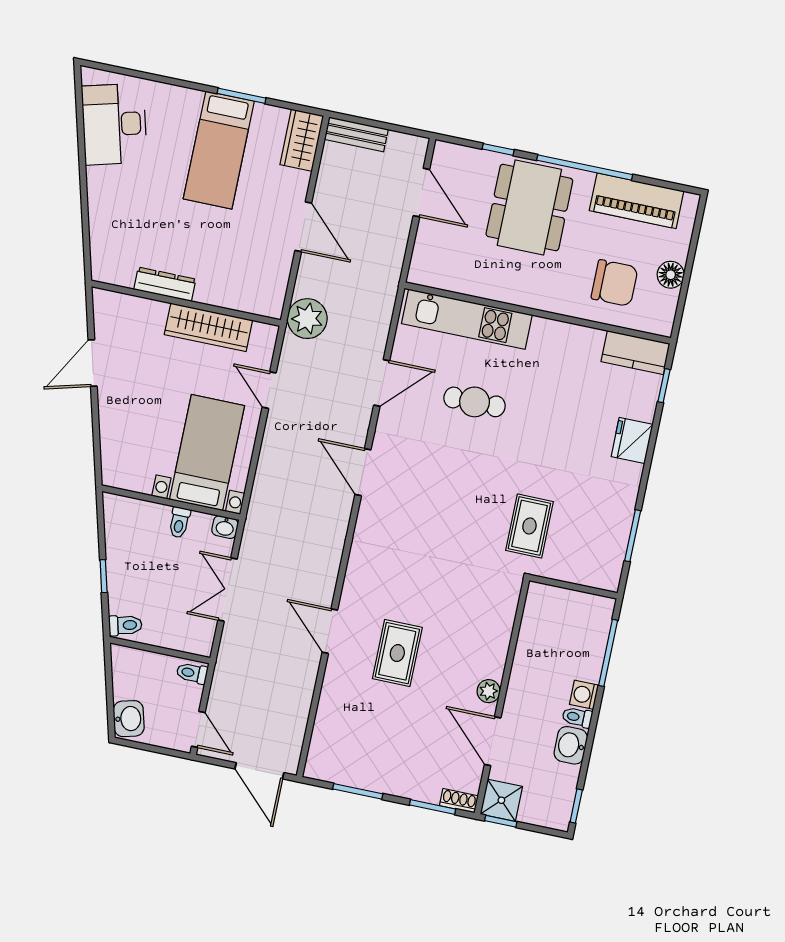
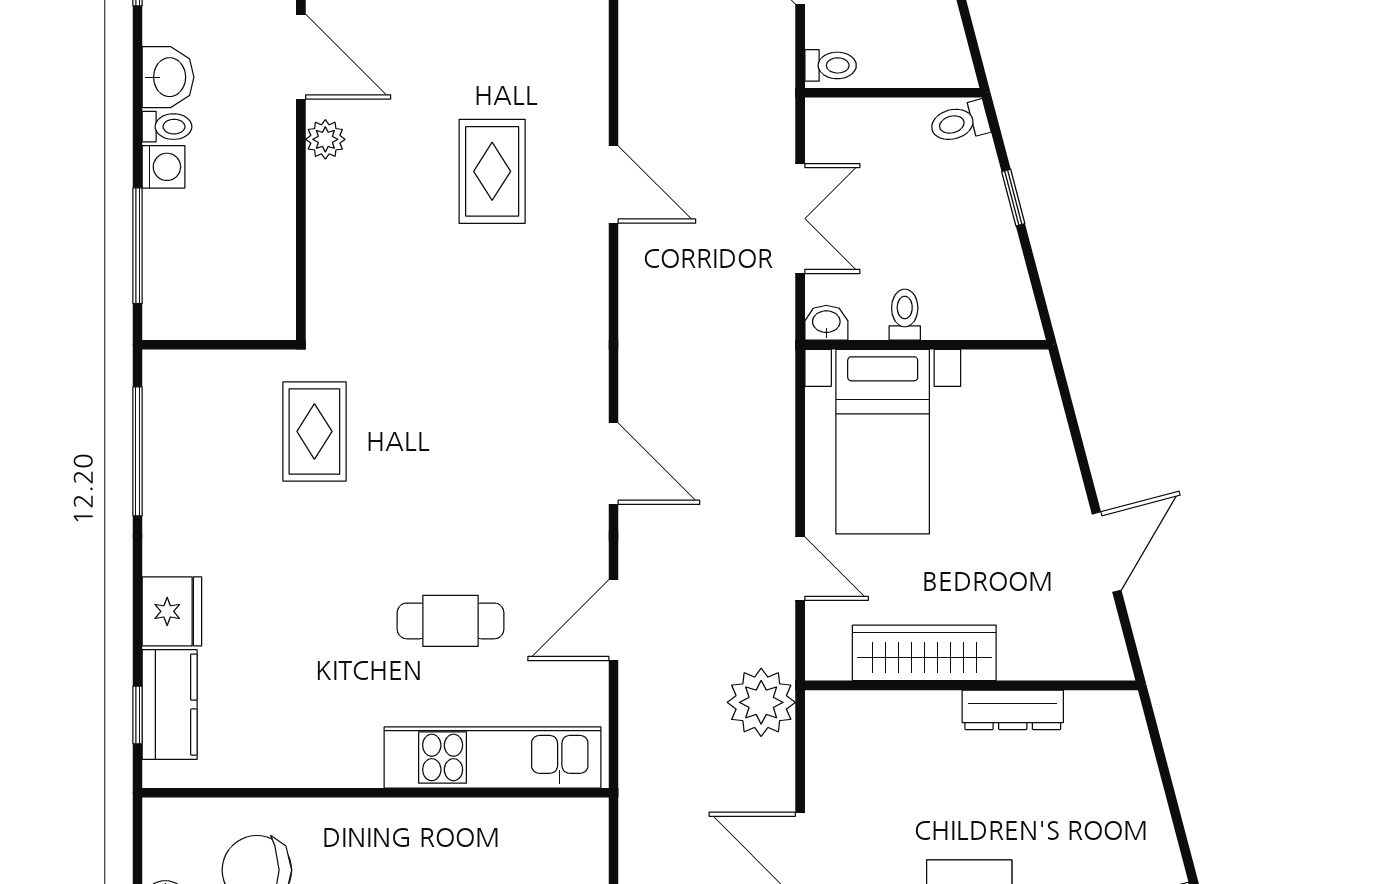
kitchen counter: (635, 353) -> (170, 705), moved, turned 90
window: (633, 536) -> (138, 451), width x1.44

